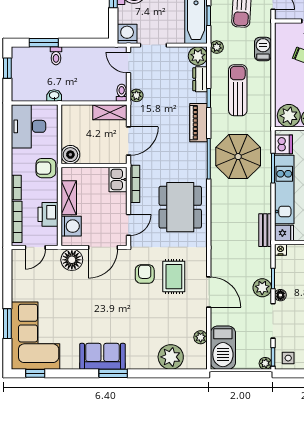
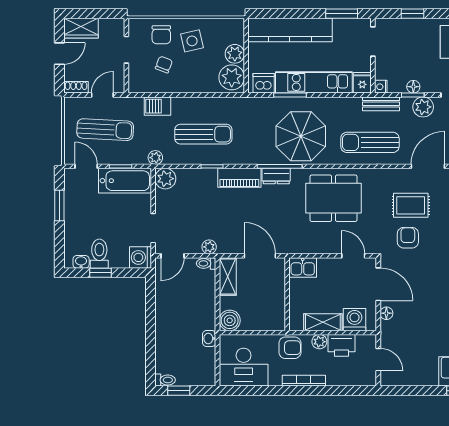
window: (44, 43) -> (150, 350), removed
toilet: (56, 56) -> (165, 380), moved
dresser: (200, 79) -> (276, 176), moved
sun lounger: (238, 90) -> (203, 134), turned 180
boiler: (70, 155) -> (230, 320), moved
parasol: (238, 157) -> (301, 136), moved
armchair: (46, 168) -> (290, 348), turned -90
bookcase: (135, 184) -> (308, 249), removed
bookcase: (16, 187) -> (304, 381), width x1.56
plant: (51, 195) -> (319, 342), added
bookcase: (17, 222) -> (350, 380), removed
bench: (265, 230) -> (381, 104), moved
sun lounger: (230, 240) -> (370, 142), added
floor lamp: (72, 260) -> (386, 313), width x0.53, depth x0.53
armchair: (145, 274) -> (408, 238), turned 90
floor lamp: (280, 295) -> (413, 87), moved

